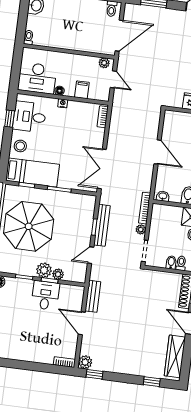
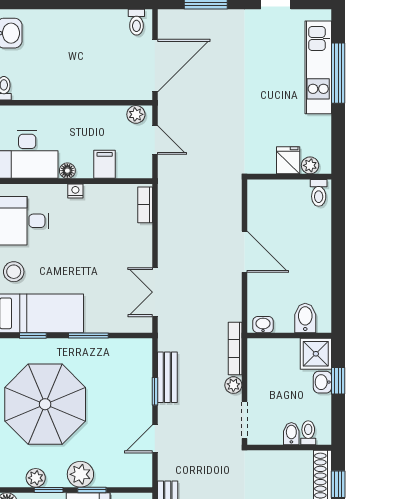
double door: (102, 169) -> (155, 292), width x0.73
bench: (102, 225) -> (167, 377), width x0.73
plant: (58, 274) -> (36, 478), moved

